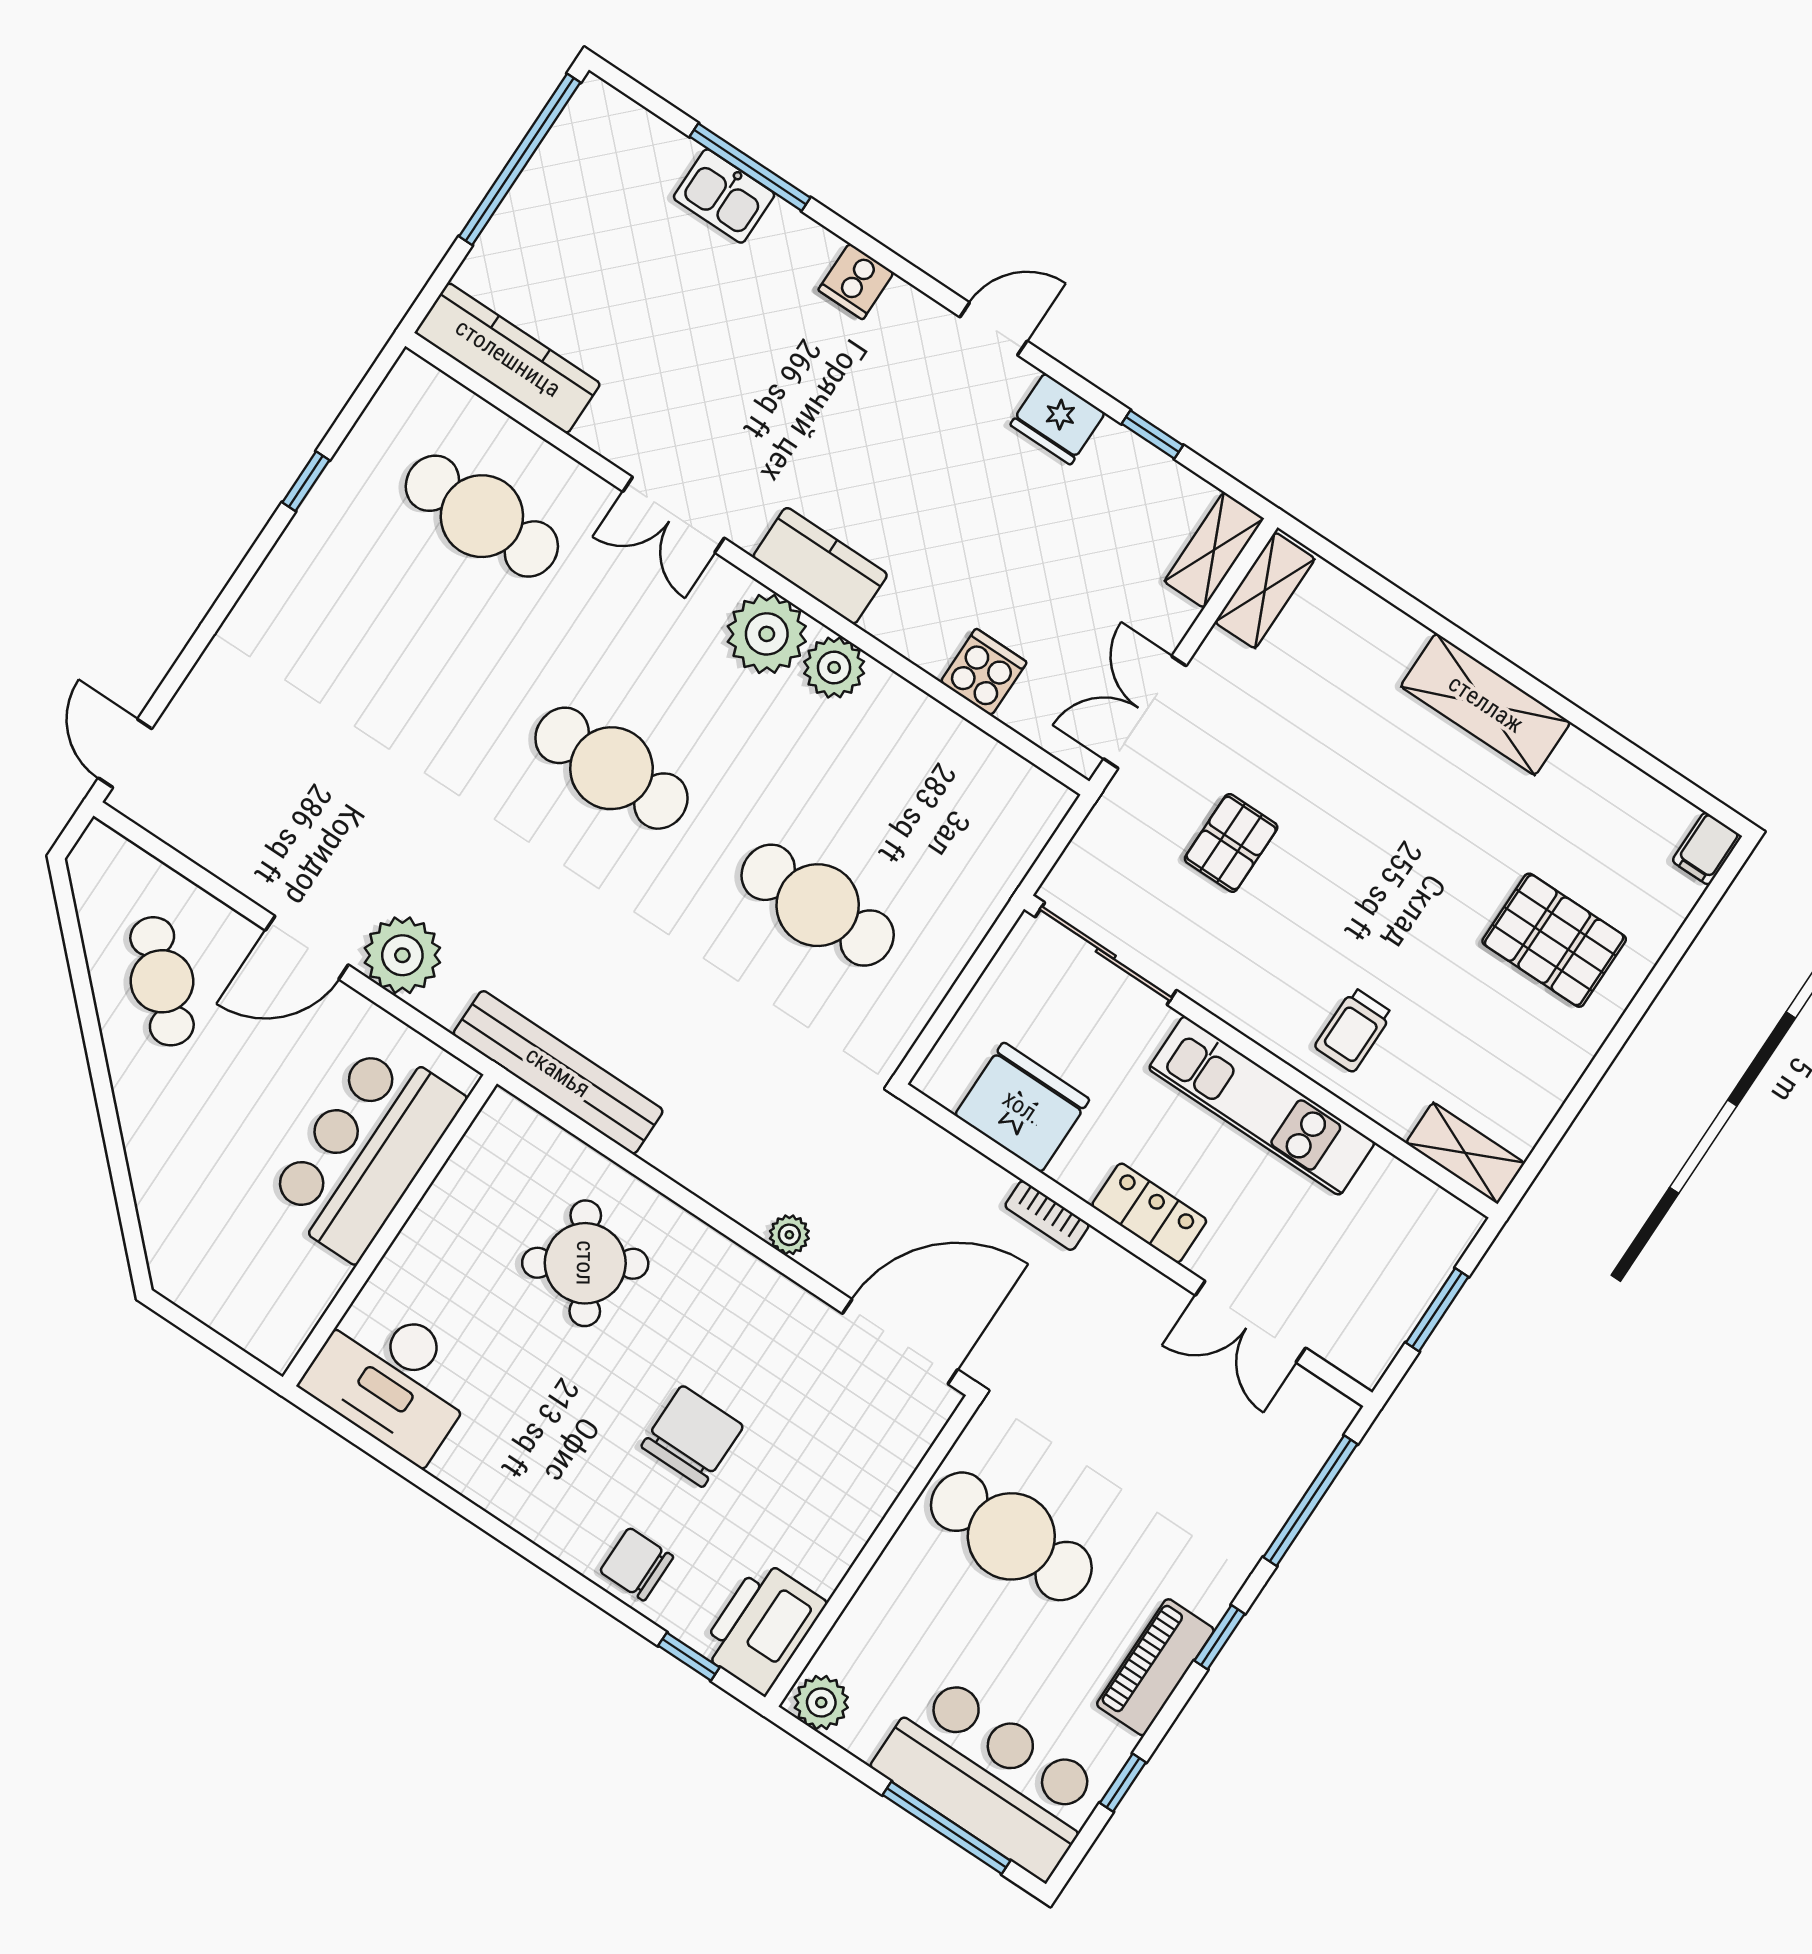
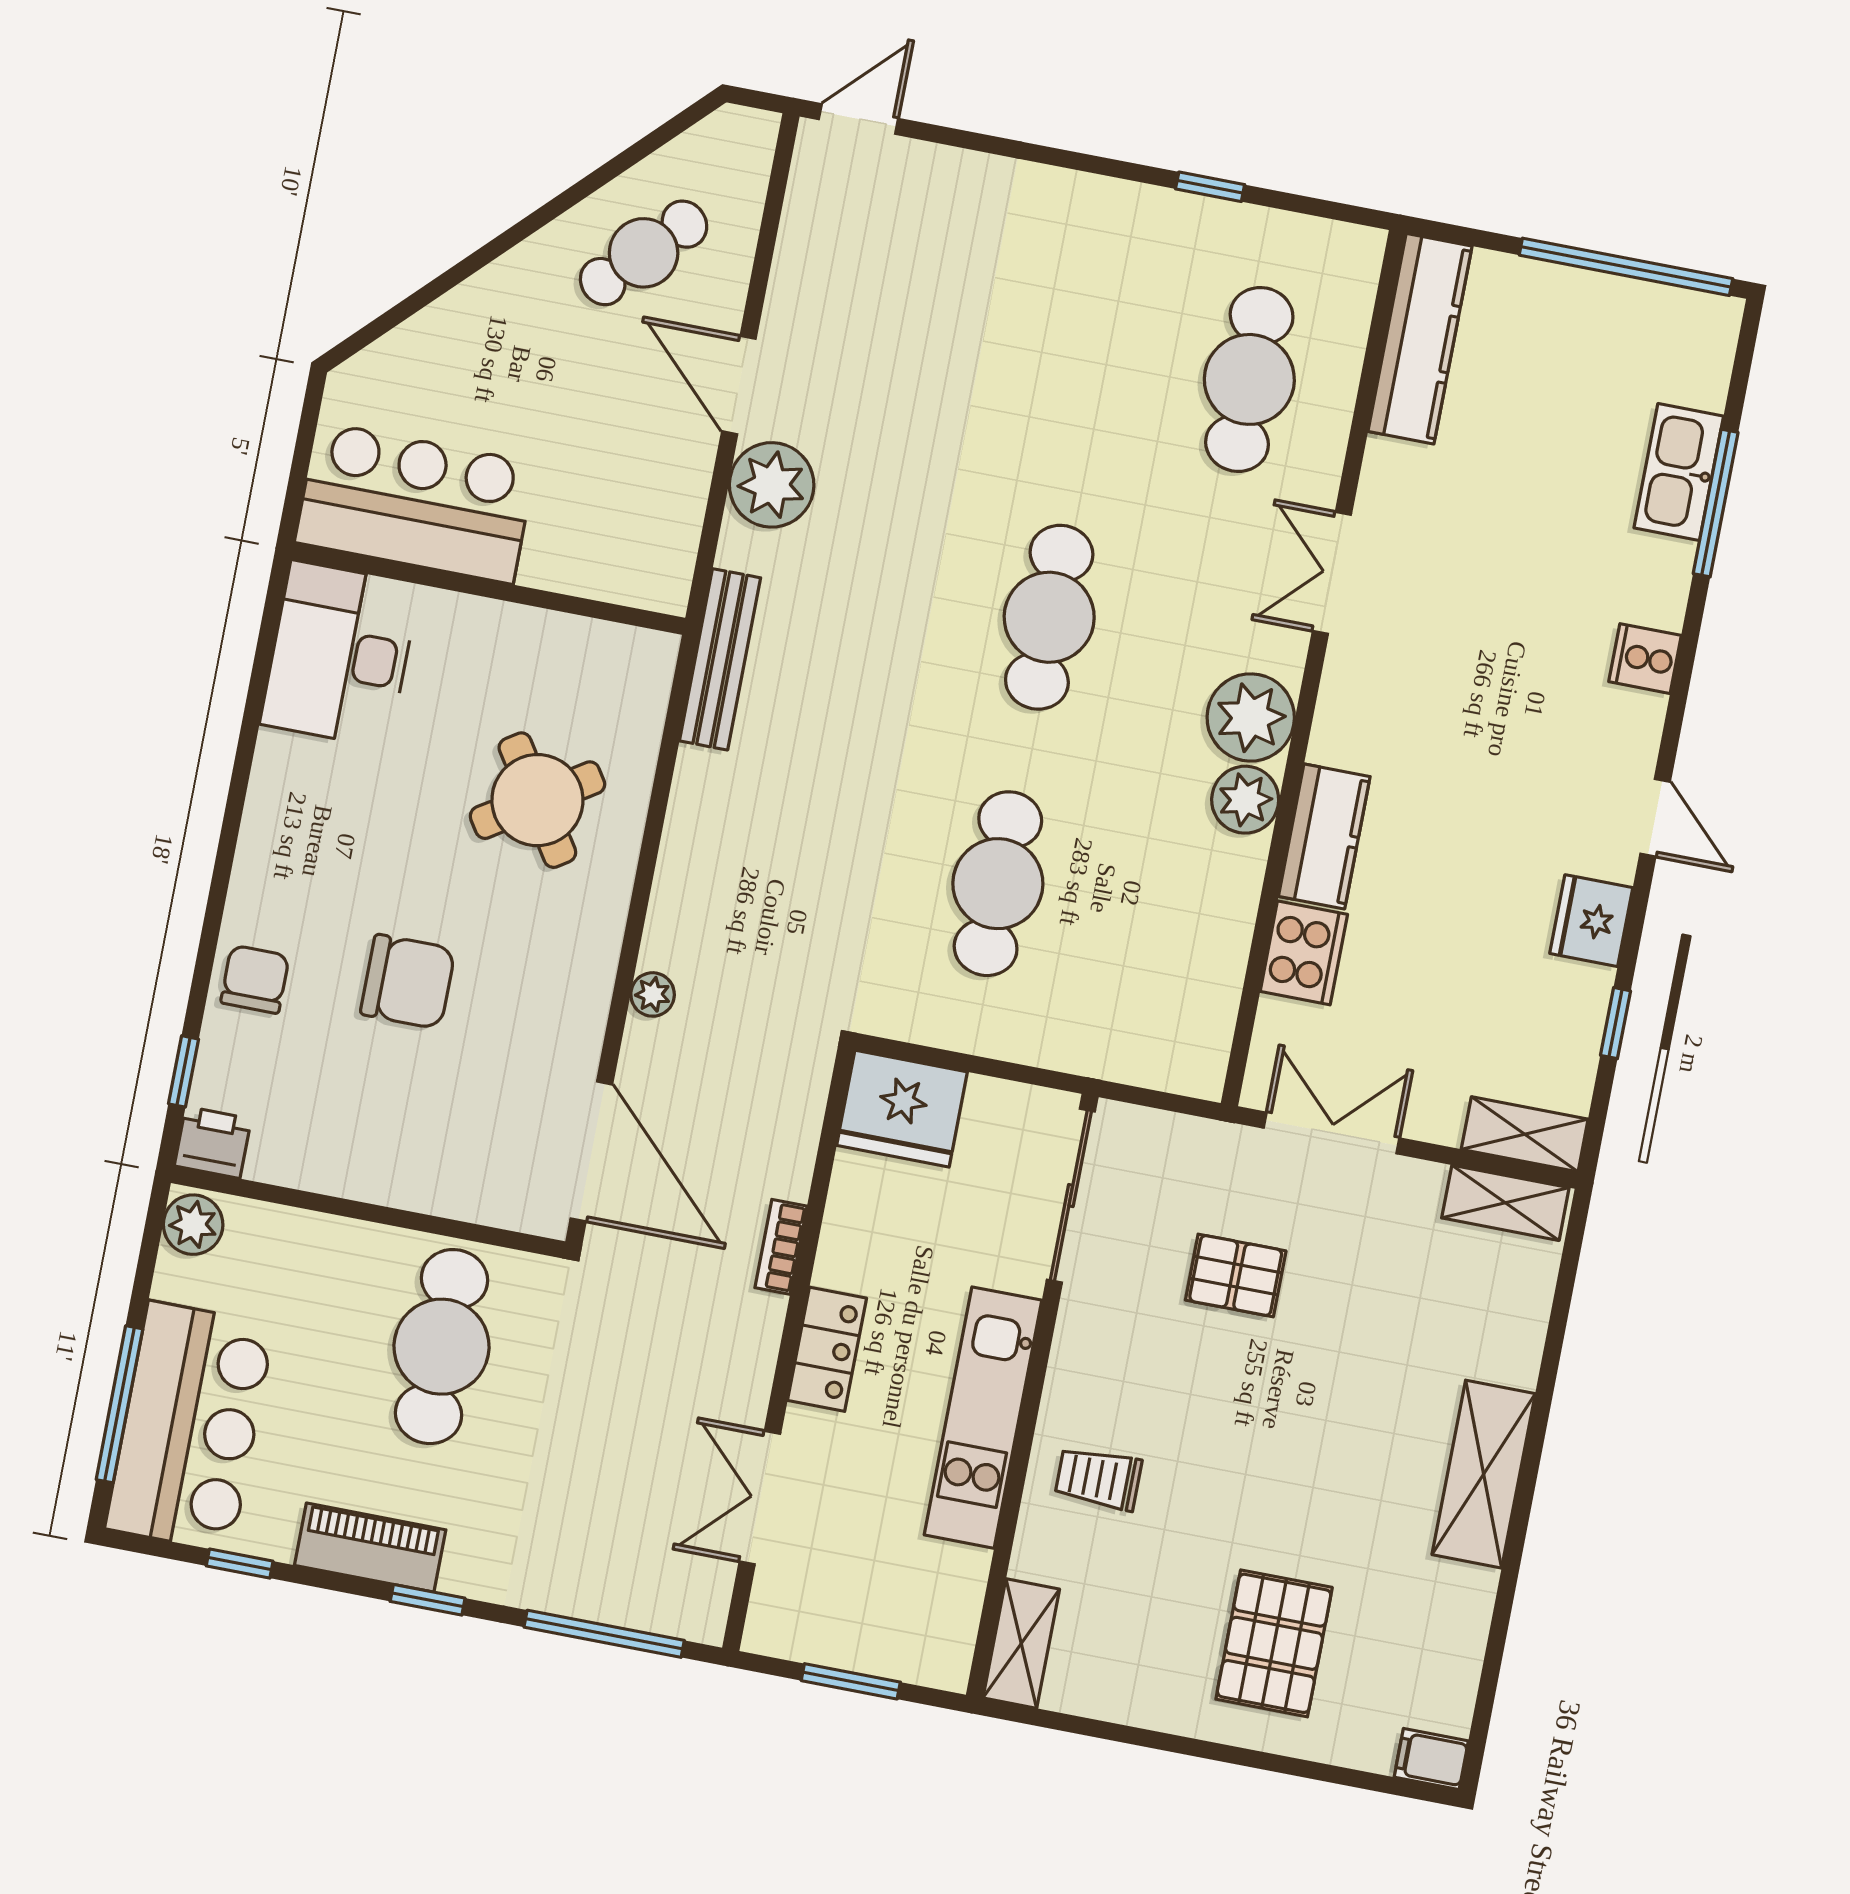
kitchen sink: (724, 196) -> (1679, 472), width x1.38
kitchen counter: (820, 566) -> (1324, 836), moved
cooker: (984, 672) -> (1304, 953), width x1.36
bench: (558, 1072) -> (720, 659), width x0.73, depth x0.82
fridge: (1022, 1107) -> (902, 1109), moved, turned 90
bar counter: (365, 1151) -> (415, 503), moved
printer: (763, 1627) -> (213, 1142), width x0.53, depth x0.68

